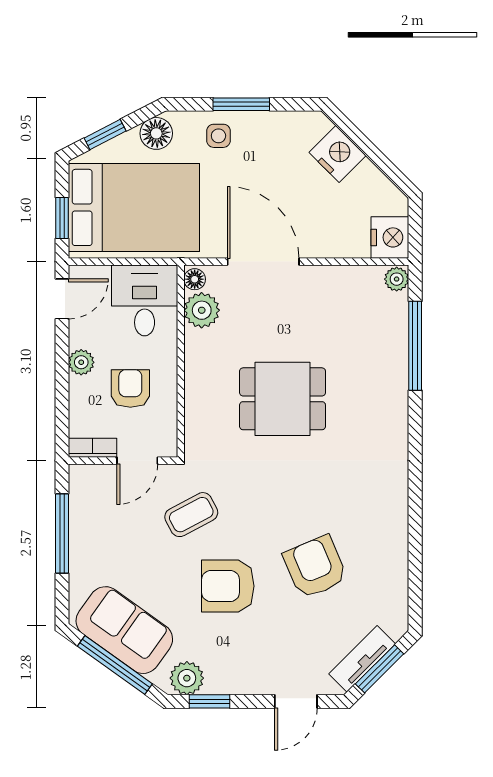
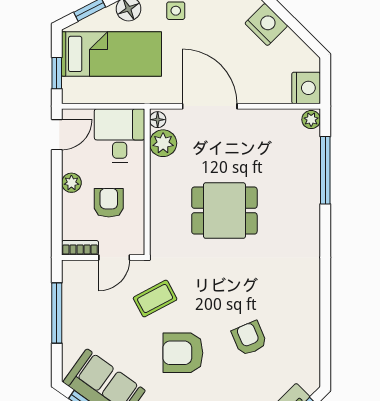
bed: (134, 207) -> (111, 54), width x0.67
armchair: (315, 567) -> (249, 338), width x0.72, depth x0.72

